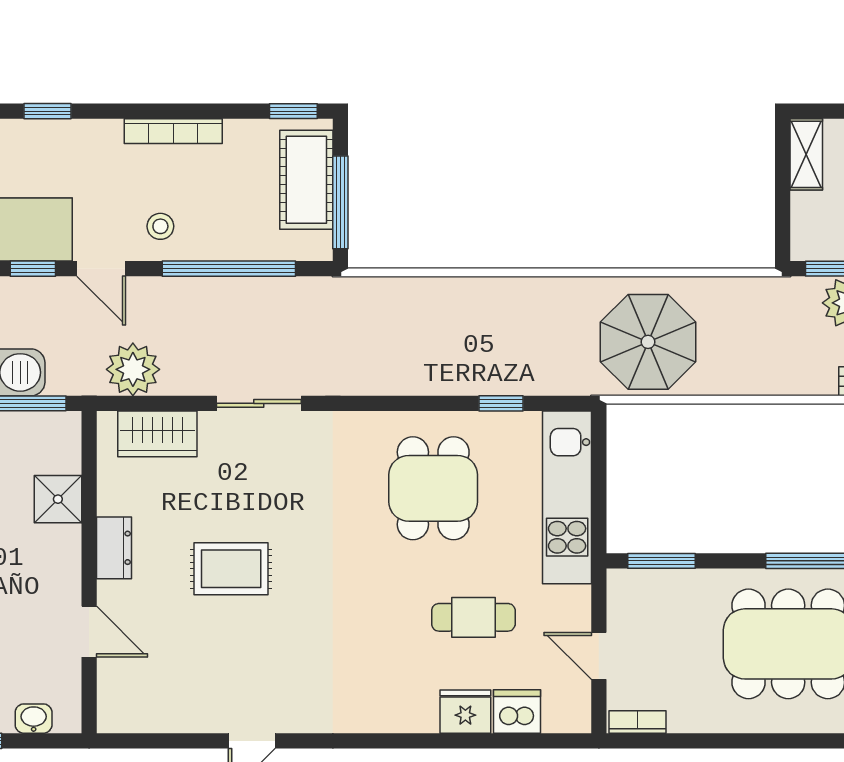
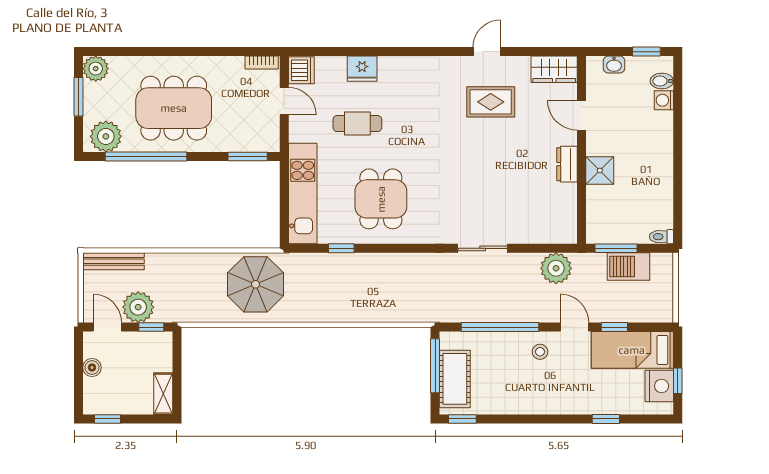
bookcase: (173, 131) -> (532, 407), removed
wardrobe: (157, 434) -> (554, 69), moved, turned 180
shower: (58, 499) -> (600, 170), moved
rug: (231, 569) -> (491, 102), moved
dishwasher: (517, 711) -> (301, 70), moved, turned -90

